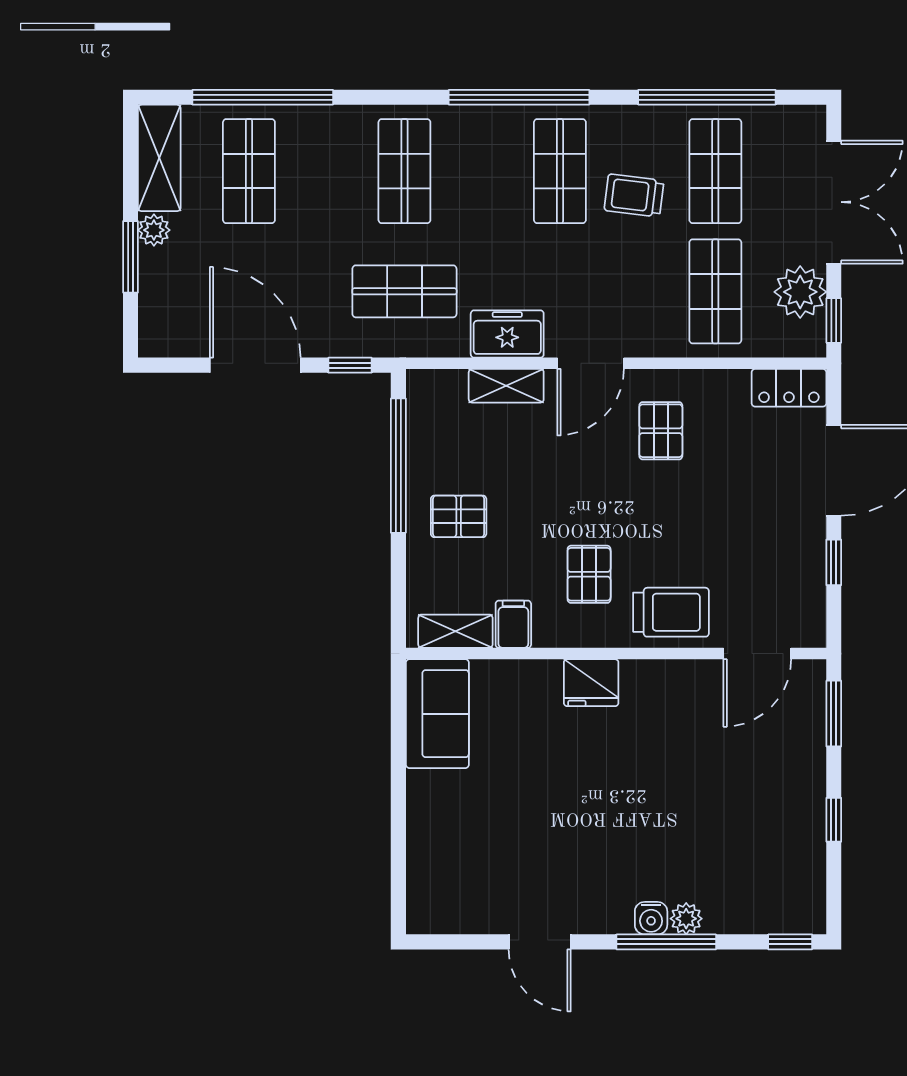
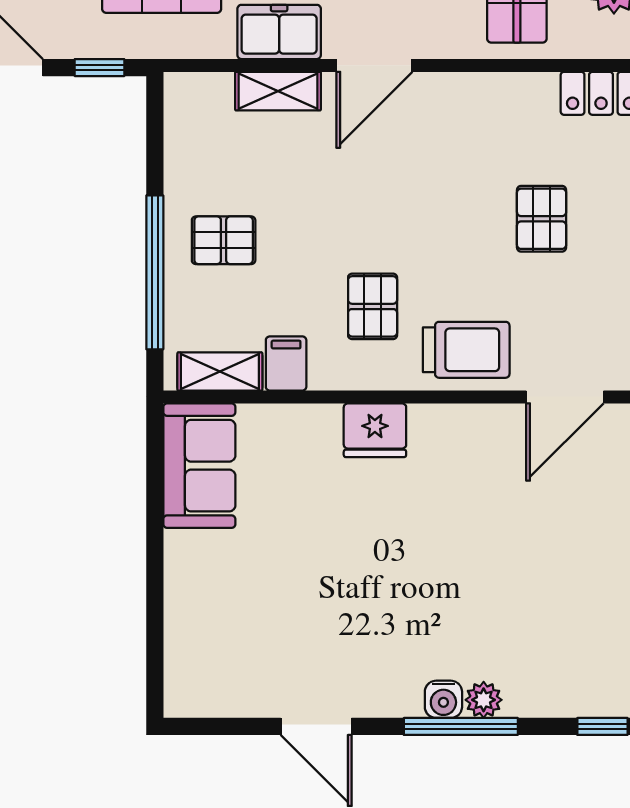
pallet: (661, 431) -> (542, 219), moved
window: (398, 466) -> (155, 272), moved

